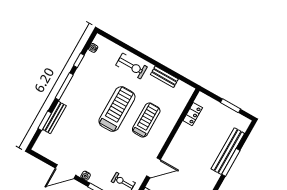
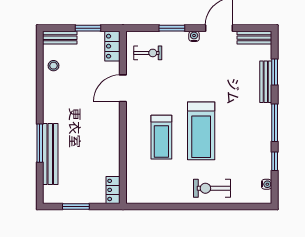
bench: (164, 77) -> (254, 38), moved
locker: (193, 114) -> (113, 190), moved

